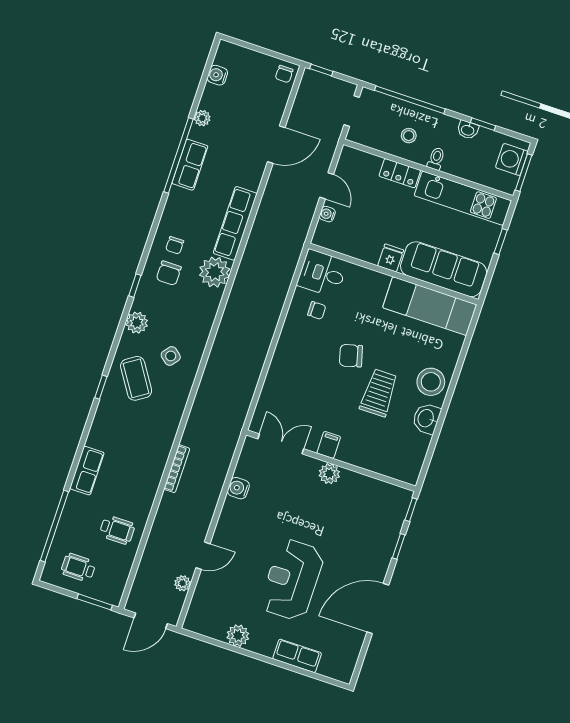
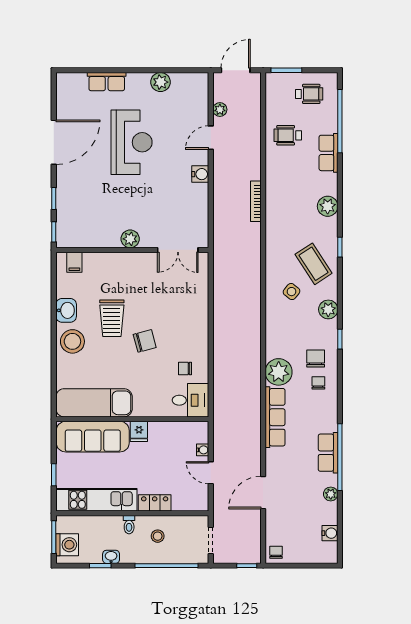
plant: (99, 437) -> (328, 206), added
filing cabinet: (329, 445) -> (74, 262), moved
row of seats: (87, 471) -> (328, 153), moved
water cooler: (238, 488) -> (200, 174), moved

